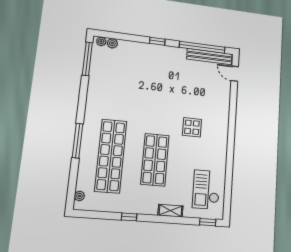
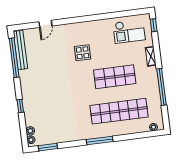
window: (157, 41) -> (20, 106), moved
window: (87, 59) -> (48, 147), width x0.69
door: (235, 74) -> (45, 24), moved
window: (77, 141) -> (100, 140), moved
window: (129, 217) -> (162, 87), width x3.17

